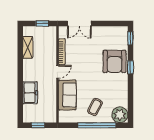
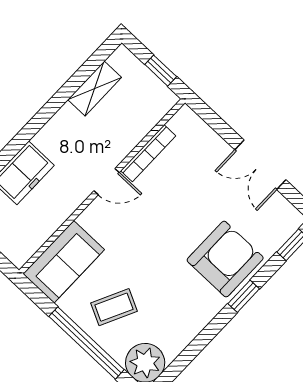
double door: (79, 24) -> (260, 165), moved
armchair: (114, 61) -> (225, 259), turned 180
sofa: (67, 95) -> (64, 262), moved

